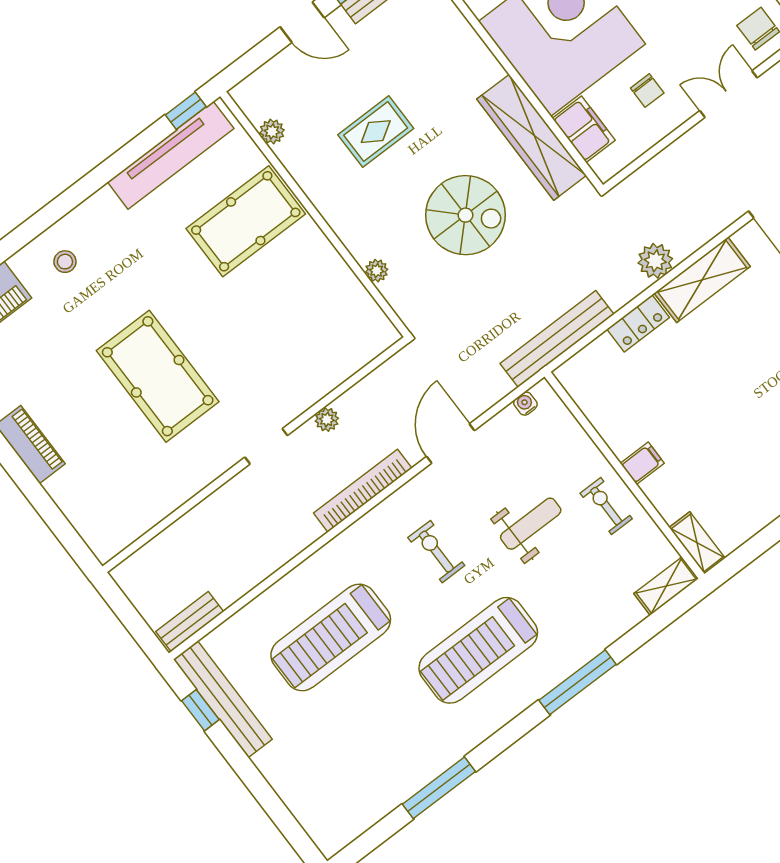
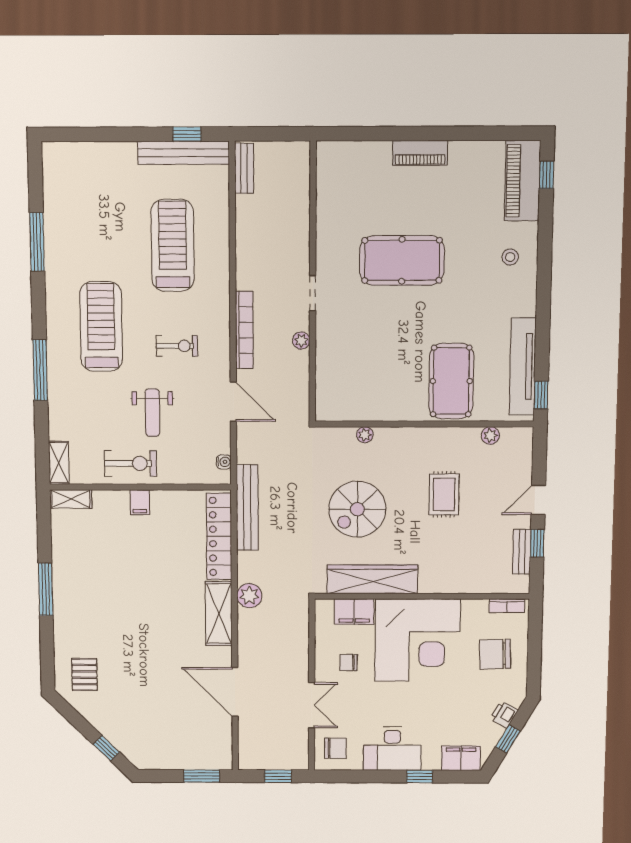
locker: (638, 323) -> (219, 536), width x2.16, depth x1.21
exercise bike: (606, 506) -> (130, 463), width x1.38, depth x1.39

